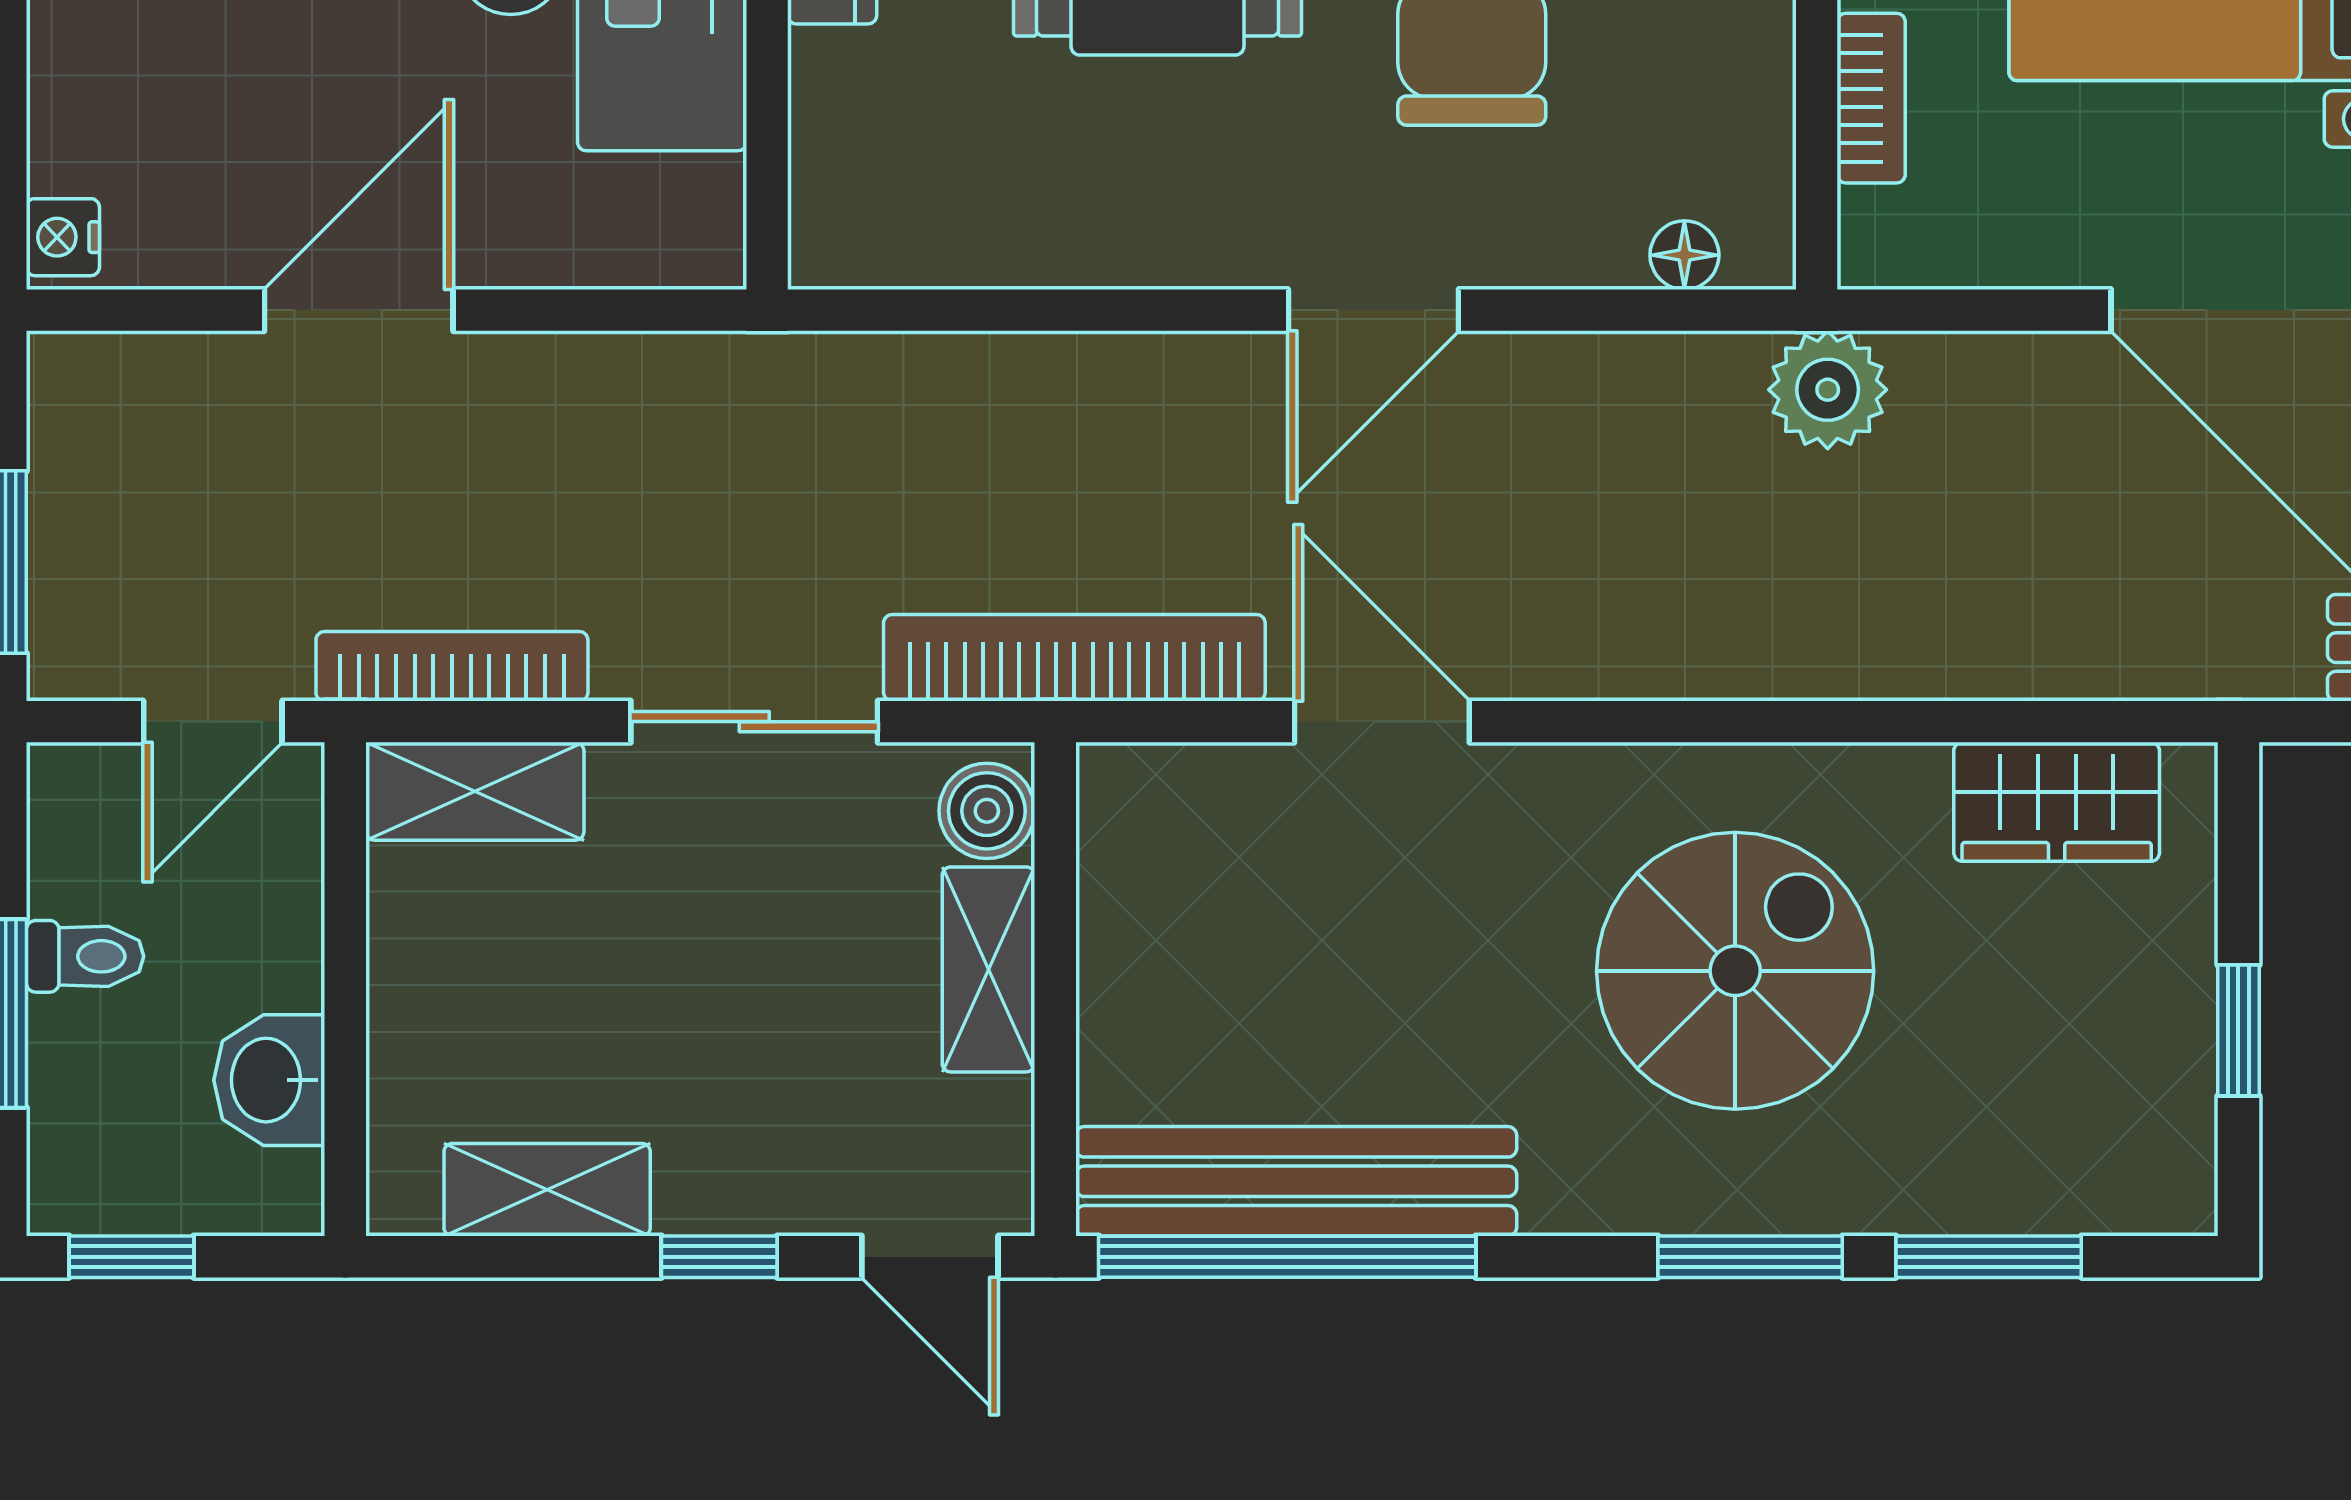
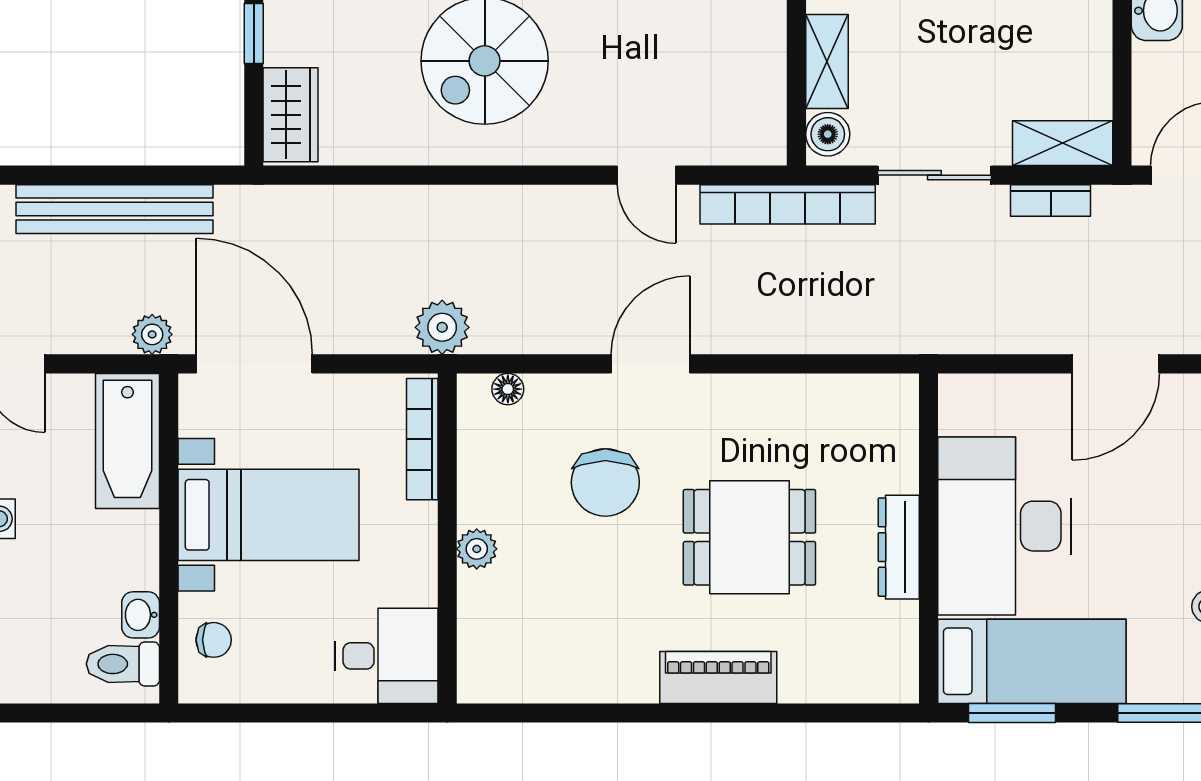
bookcase: (1871, 98) -> (422, 439), width x1.56
bookcase: (452, 666) -> (1051, 200), width x0.64
door: (1382, 722) -> (647, 175), width x0.73
wardrobe: (2057, 802) -> (290, 115), moved, turned 90

